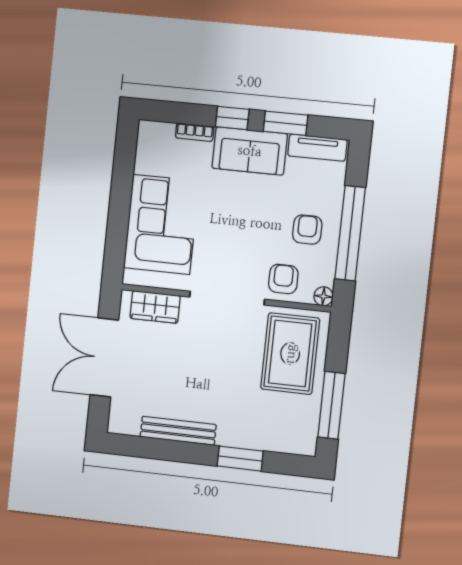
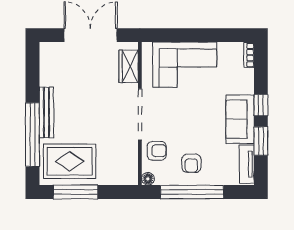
bookcase: (195, 132) -> (249, 55), moved
armchair: (307, 230) -> (191, 163), turned 90
rug: (290, 354) -> (70, 161), moved
bench: (178, 431) -> (46, 112), moved
window: (240, 459) -> (32, 135), width x2.11

